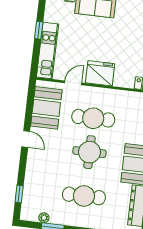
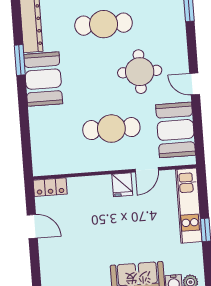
fridge: (100, 73) -> (122, 185), width x0.53, depth x0.75
round table: (90, 152) -> (140, 72), moved

